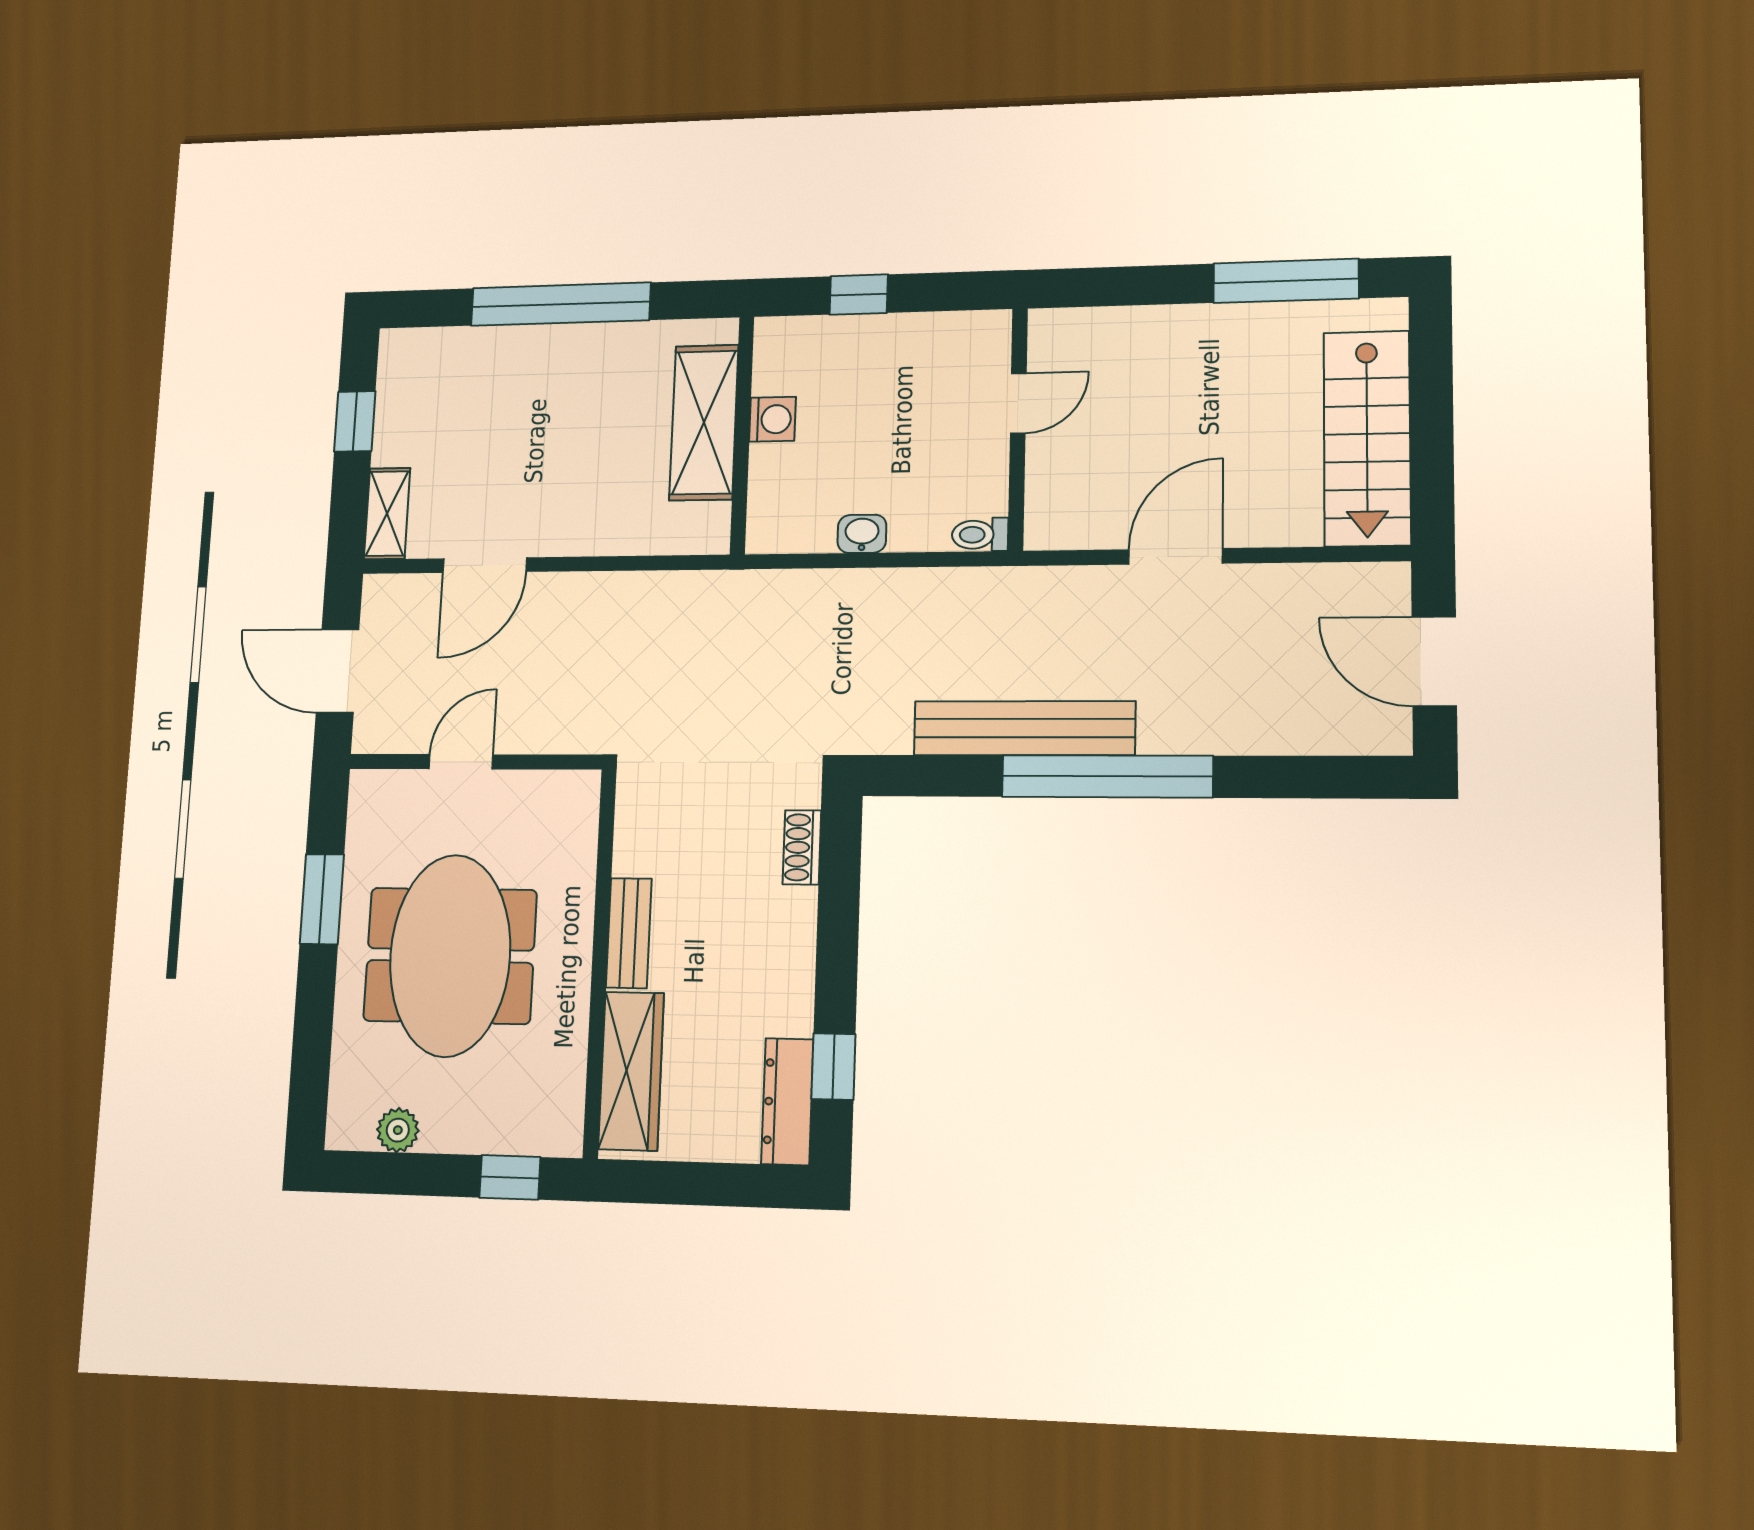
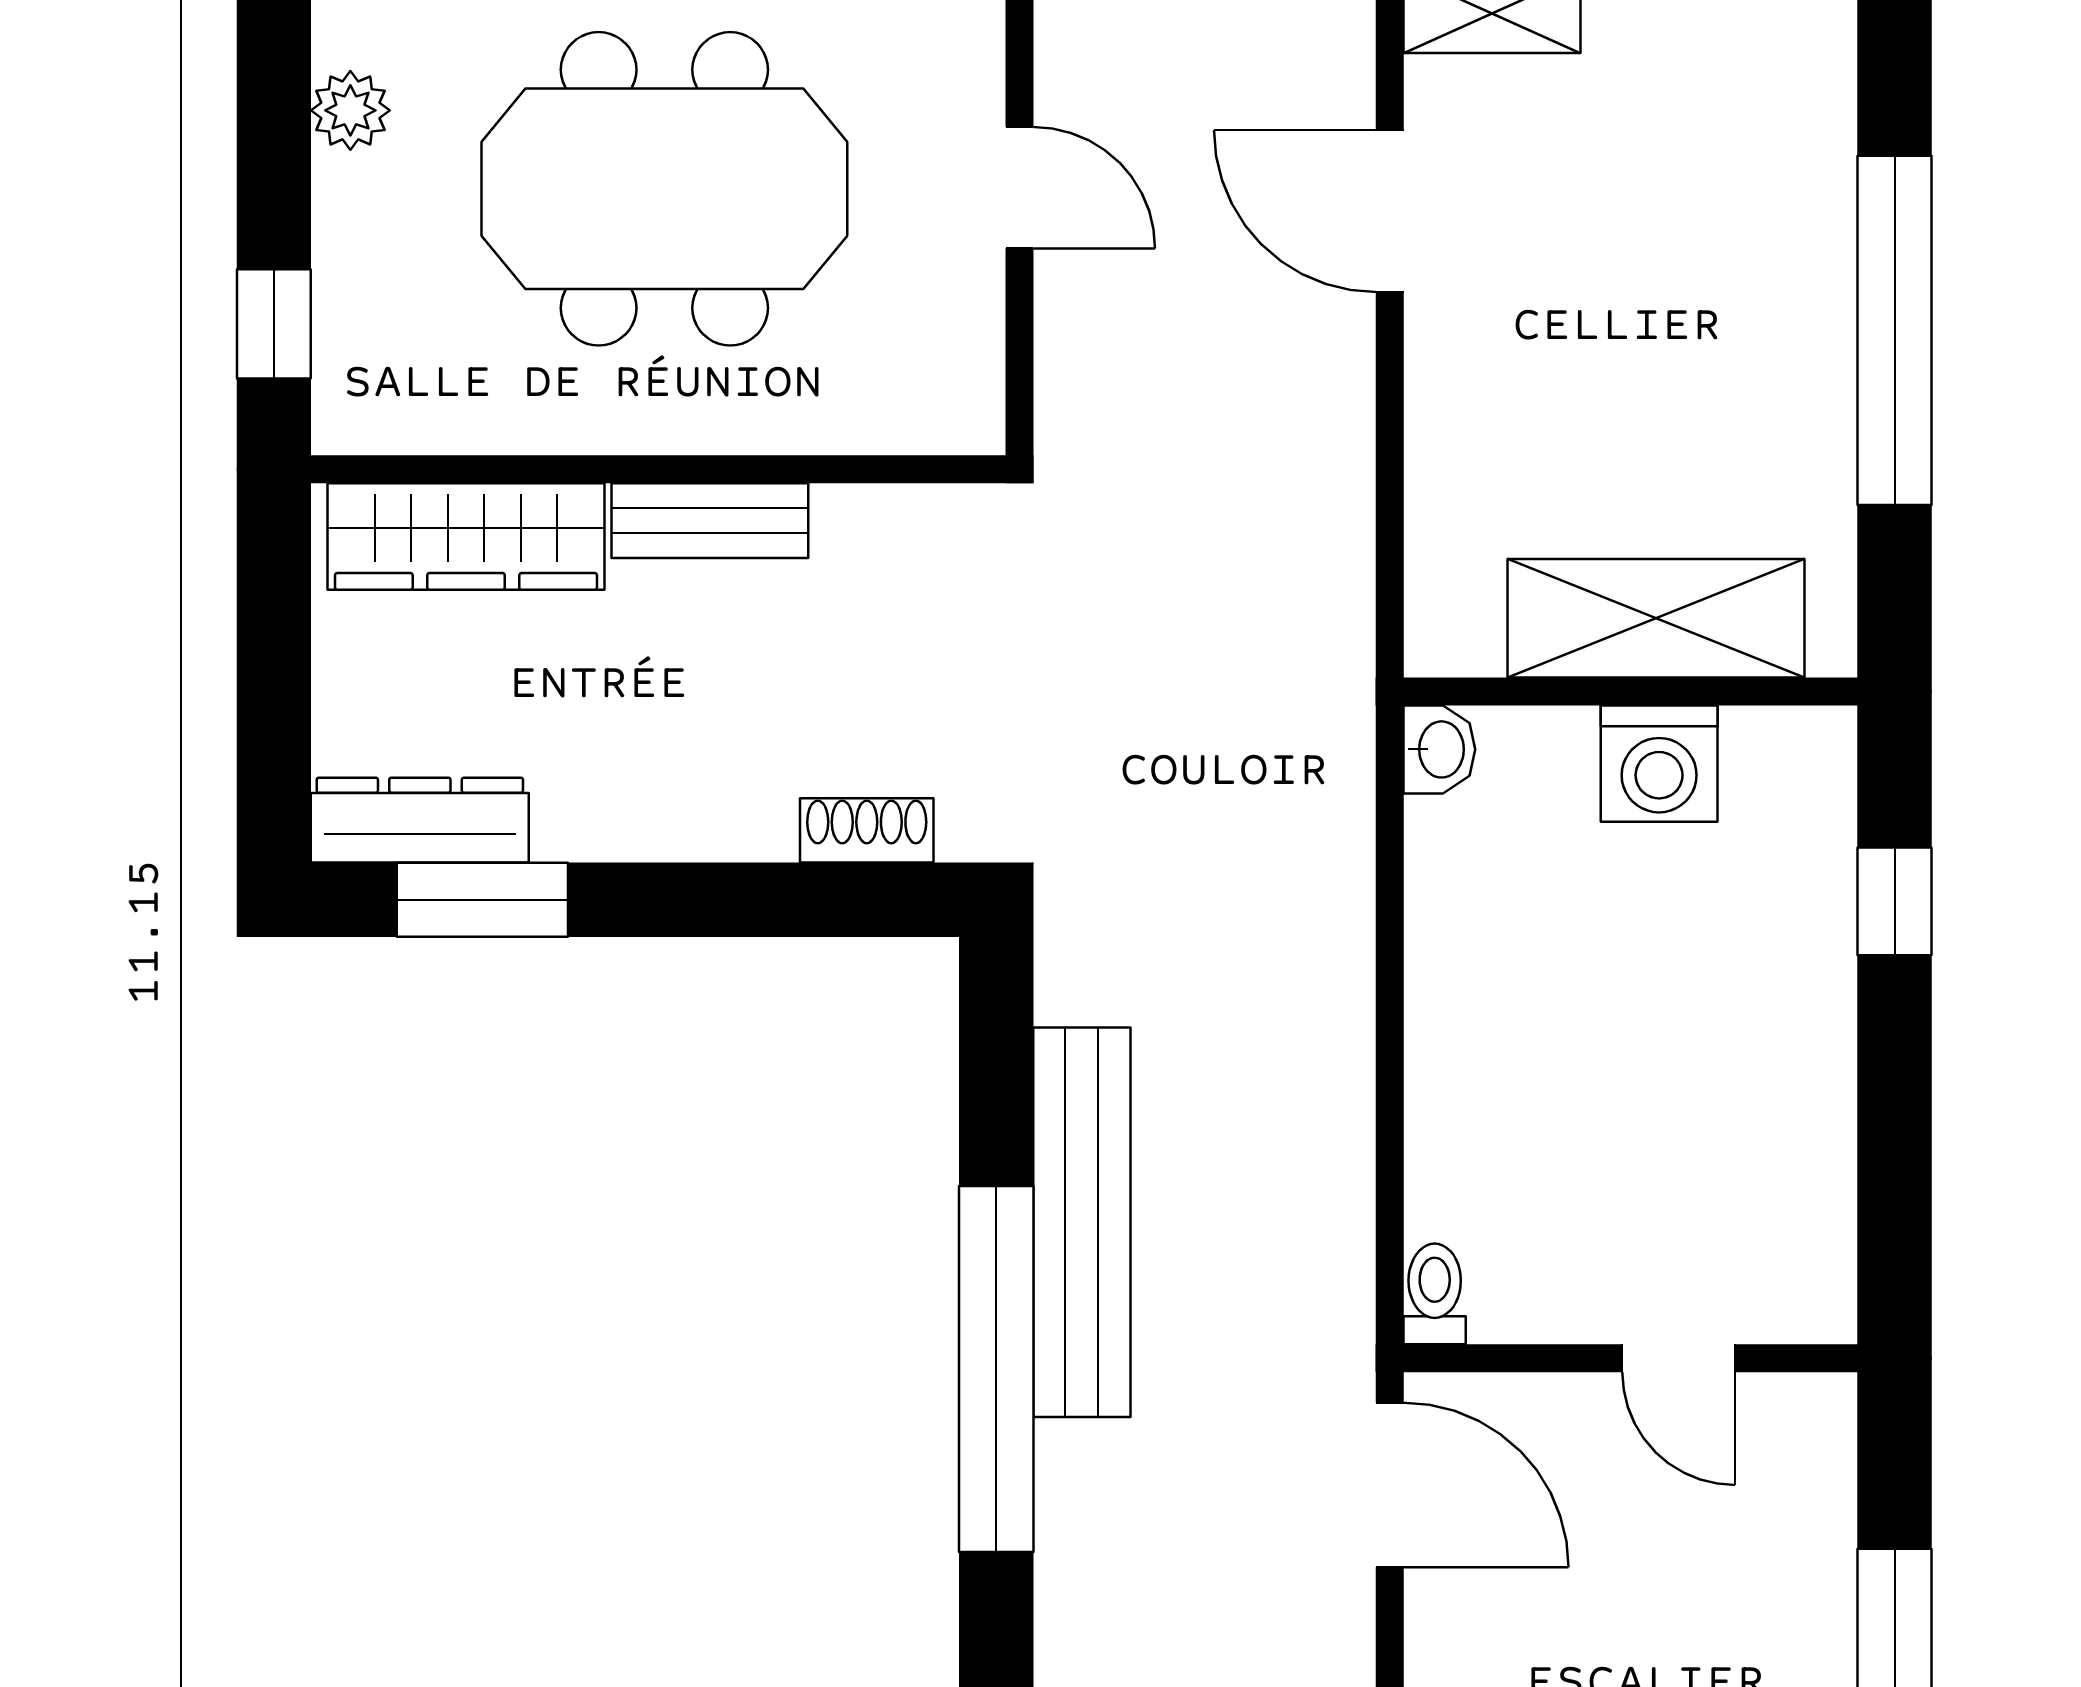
door: (1018, 403) -> (1679, 1358), moved
washing machine: (772, 419) -> (1659, 764), width x1.38, depth x1.38
wall: (1018, 429) -> (1631, 1358), moved
washbasin: (862, 534) -> (1439, 749), moved
toilet: (980, 535) -> (1435, 1294), moved
window: (833, 1067) -> (482, 900), width x1.50

